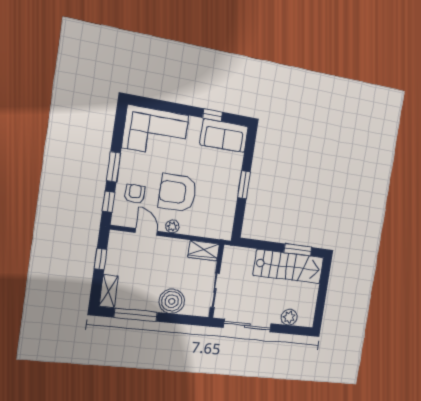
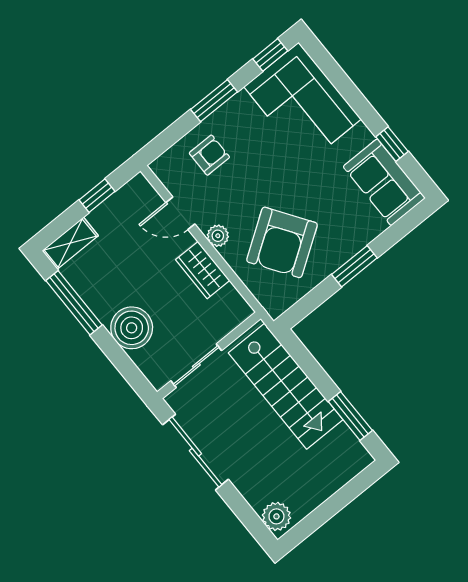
armchair: (177, 193) -> (282, 242), moved, turned -124
window: (109, 202) -> (270, 55), moved
door: (146, 232) -> (180, 213), swing flipped
wardrobe: (204, 251) -> (203, 270), moved
stairs: (289, 267) -> (286, 386), moved
plant: (289, 317) -> (276, 516), moved

